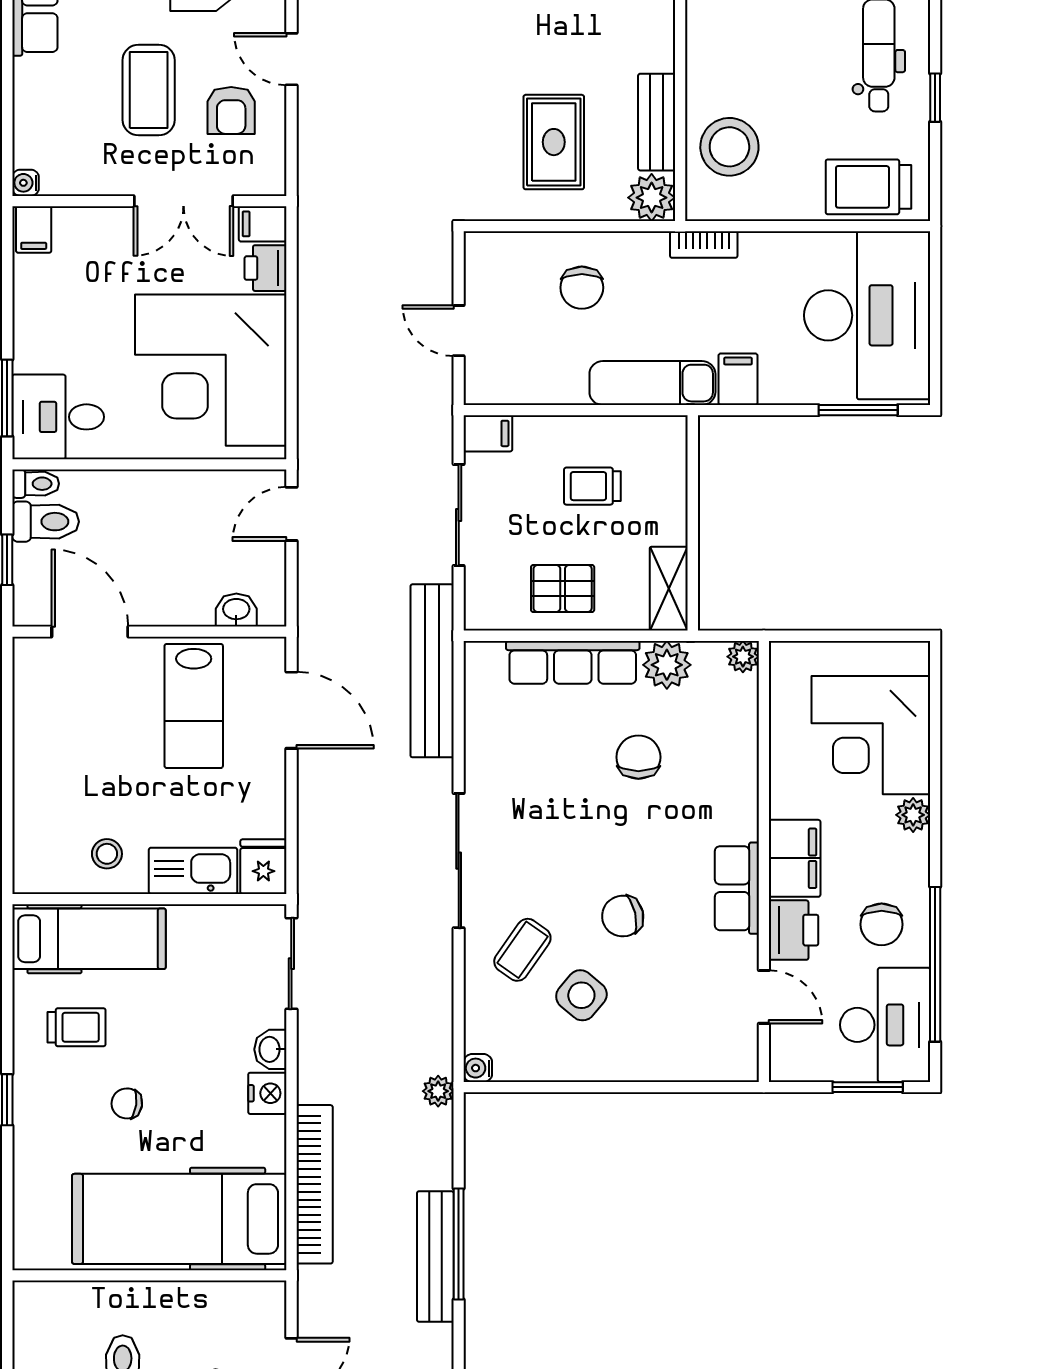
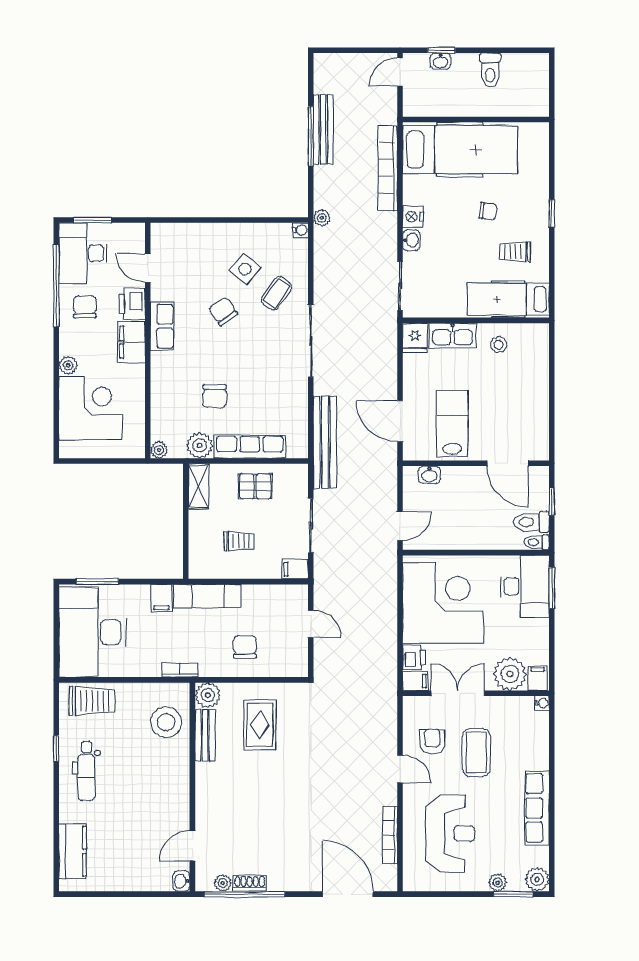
plant: (86, 237) -> (510, 674), added
desk: (58, 417) -> (525, 586), width x1.37
chair: (623, 916) -> (223, 311), turned -111

